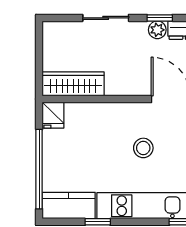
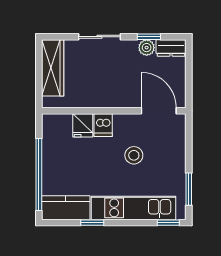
wardrobe: (73, 84) -> (53, 68), moved, turned 90
fridge: (53, 115) -> (83, 125), moved
dishwasher: (110, 115) -> (103, 125), added

